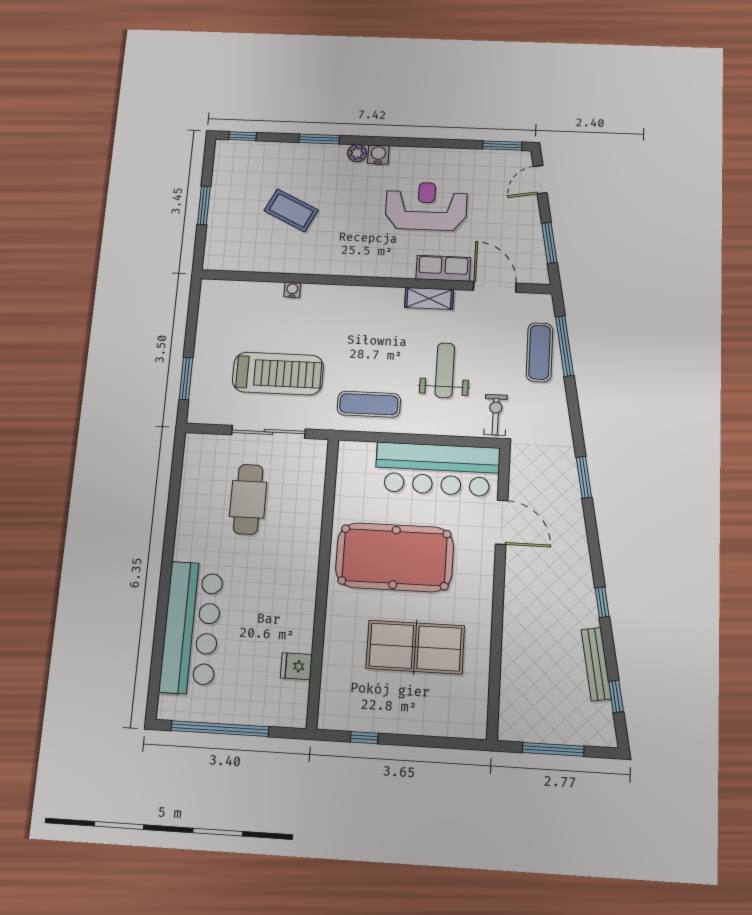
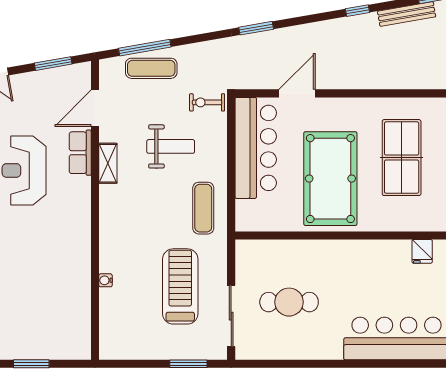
coffee table: (291, 210) -> (33, 287), removed
weight bench: (445, 370) -> (171, 146), turned 180
sliding door: (268, 432) -> (231, 316), moved

